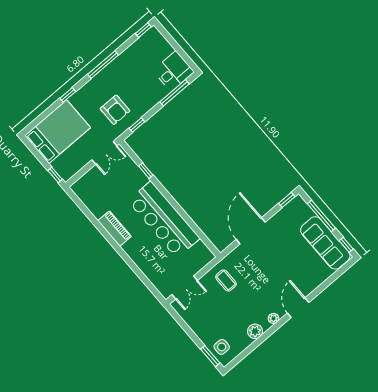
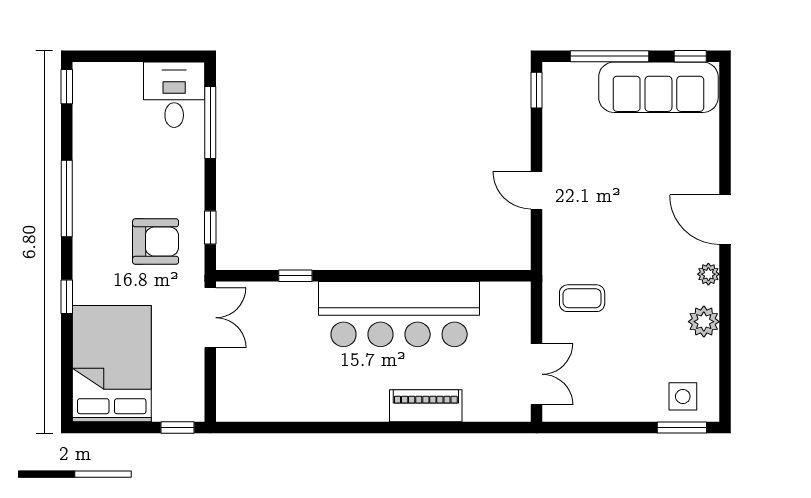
piano: (114, 229) -> (426, 406), moved
door: (251, 231) -> (537, 190), width x0.53

